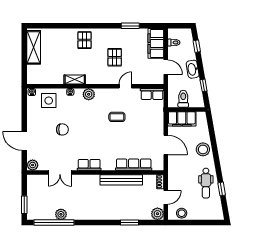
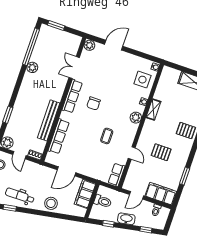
chair: (62, 129) -> (94, 103), moved
row of seats: (89, 165) -> (72, 96), width x1.48
plant: (61, 214) -> (32, 67), moved

